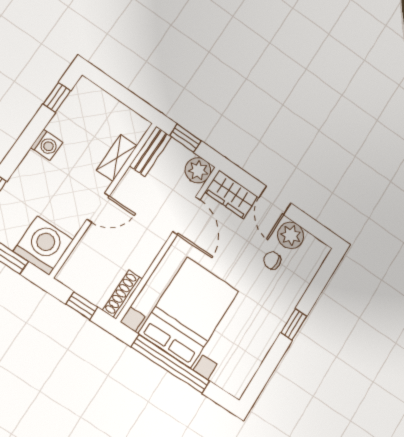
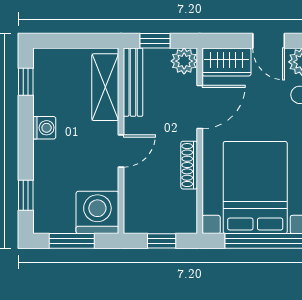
bench: (151, 151) -> (133, 82), width x1.36
shelving: (117, 158) -> (105, 87), width x1.50, depth x1.33
door: (186, 216) -> (200, 107), hinge flipped
shoe rack: (122, 295) -> (189, 165), moved

